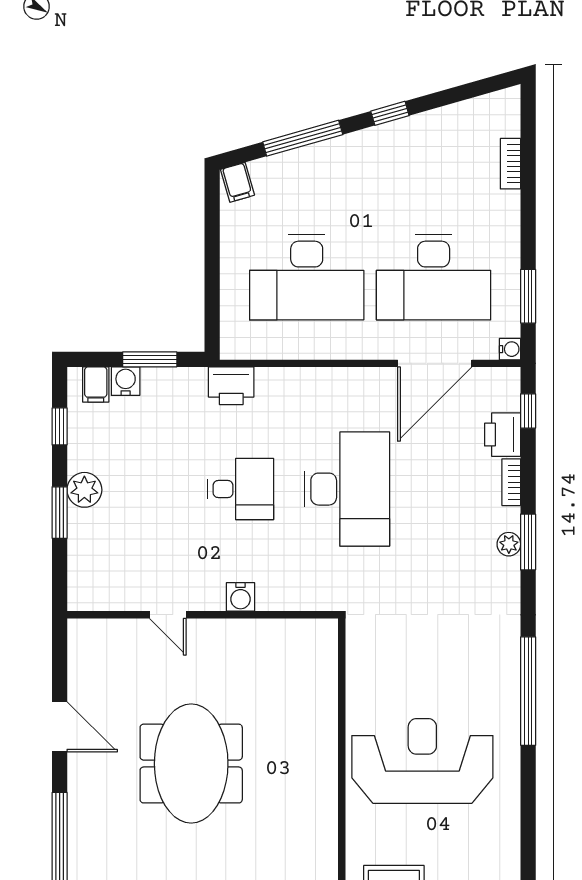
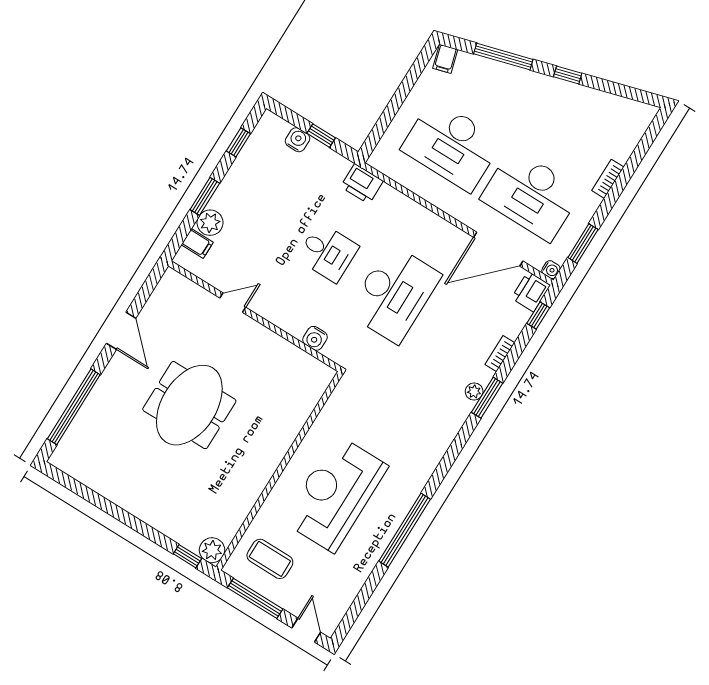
bookcase: (510, 164) -> (608, 179), moved
window: (150, 359) -> (321, 136), width x0.67
filing cabinet: (96, 385) -> (197, 243), moved, turned -90
printer: (503, 435) -> (531, 292), moved
plant: (84, 490) -> (210, 223), moved
water cooler: (241, 597) -> (315, 338), moved
door: (168, 615) -> (233, 303), swing flipped
window: (528, 691) -> (405, 530), moved
reception desk: (422, 761) -> (335, 494), turned -90

